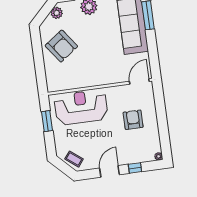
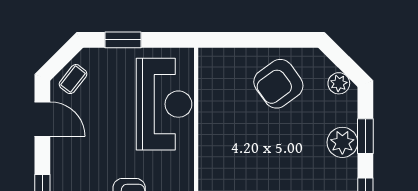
window: (47, 121) -> (123, 40), moved
door: (110, 171) -> (42, 119), moved

